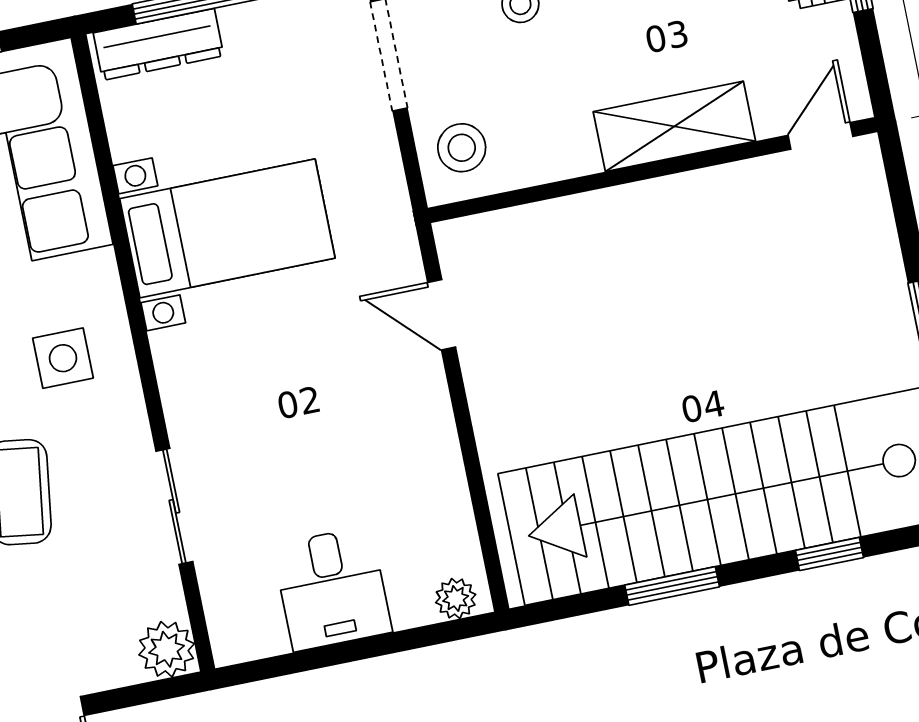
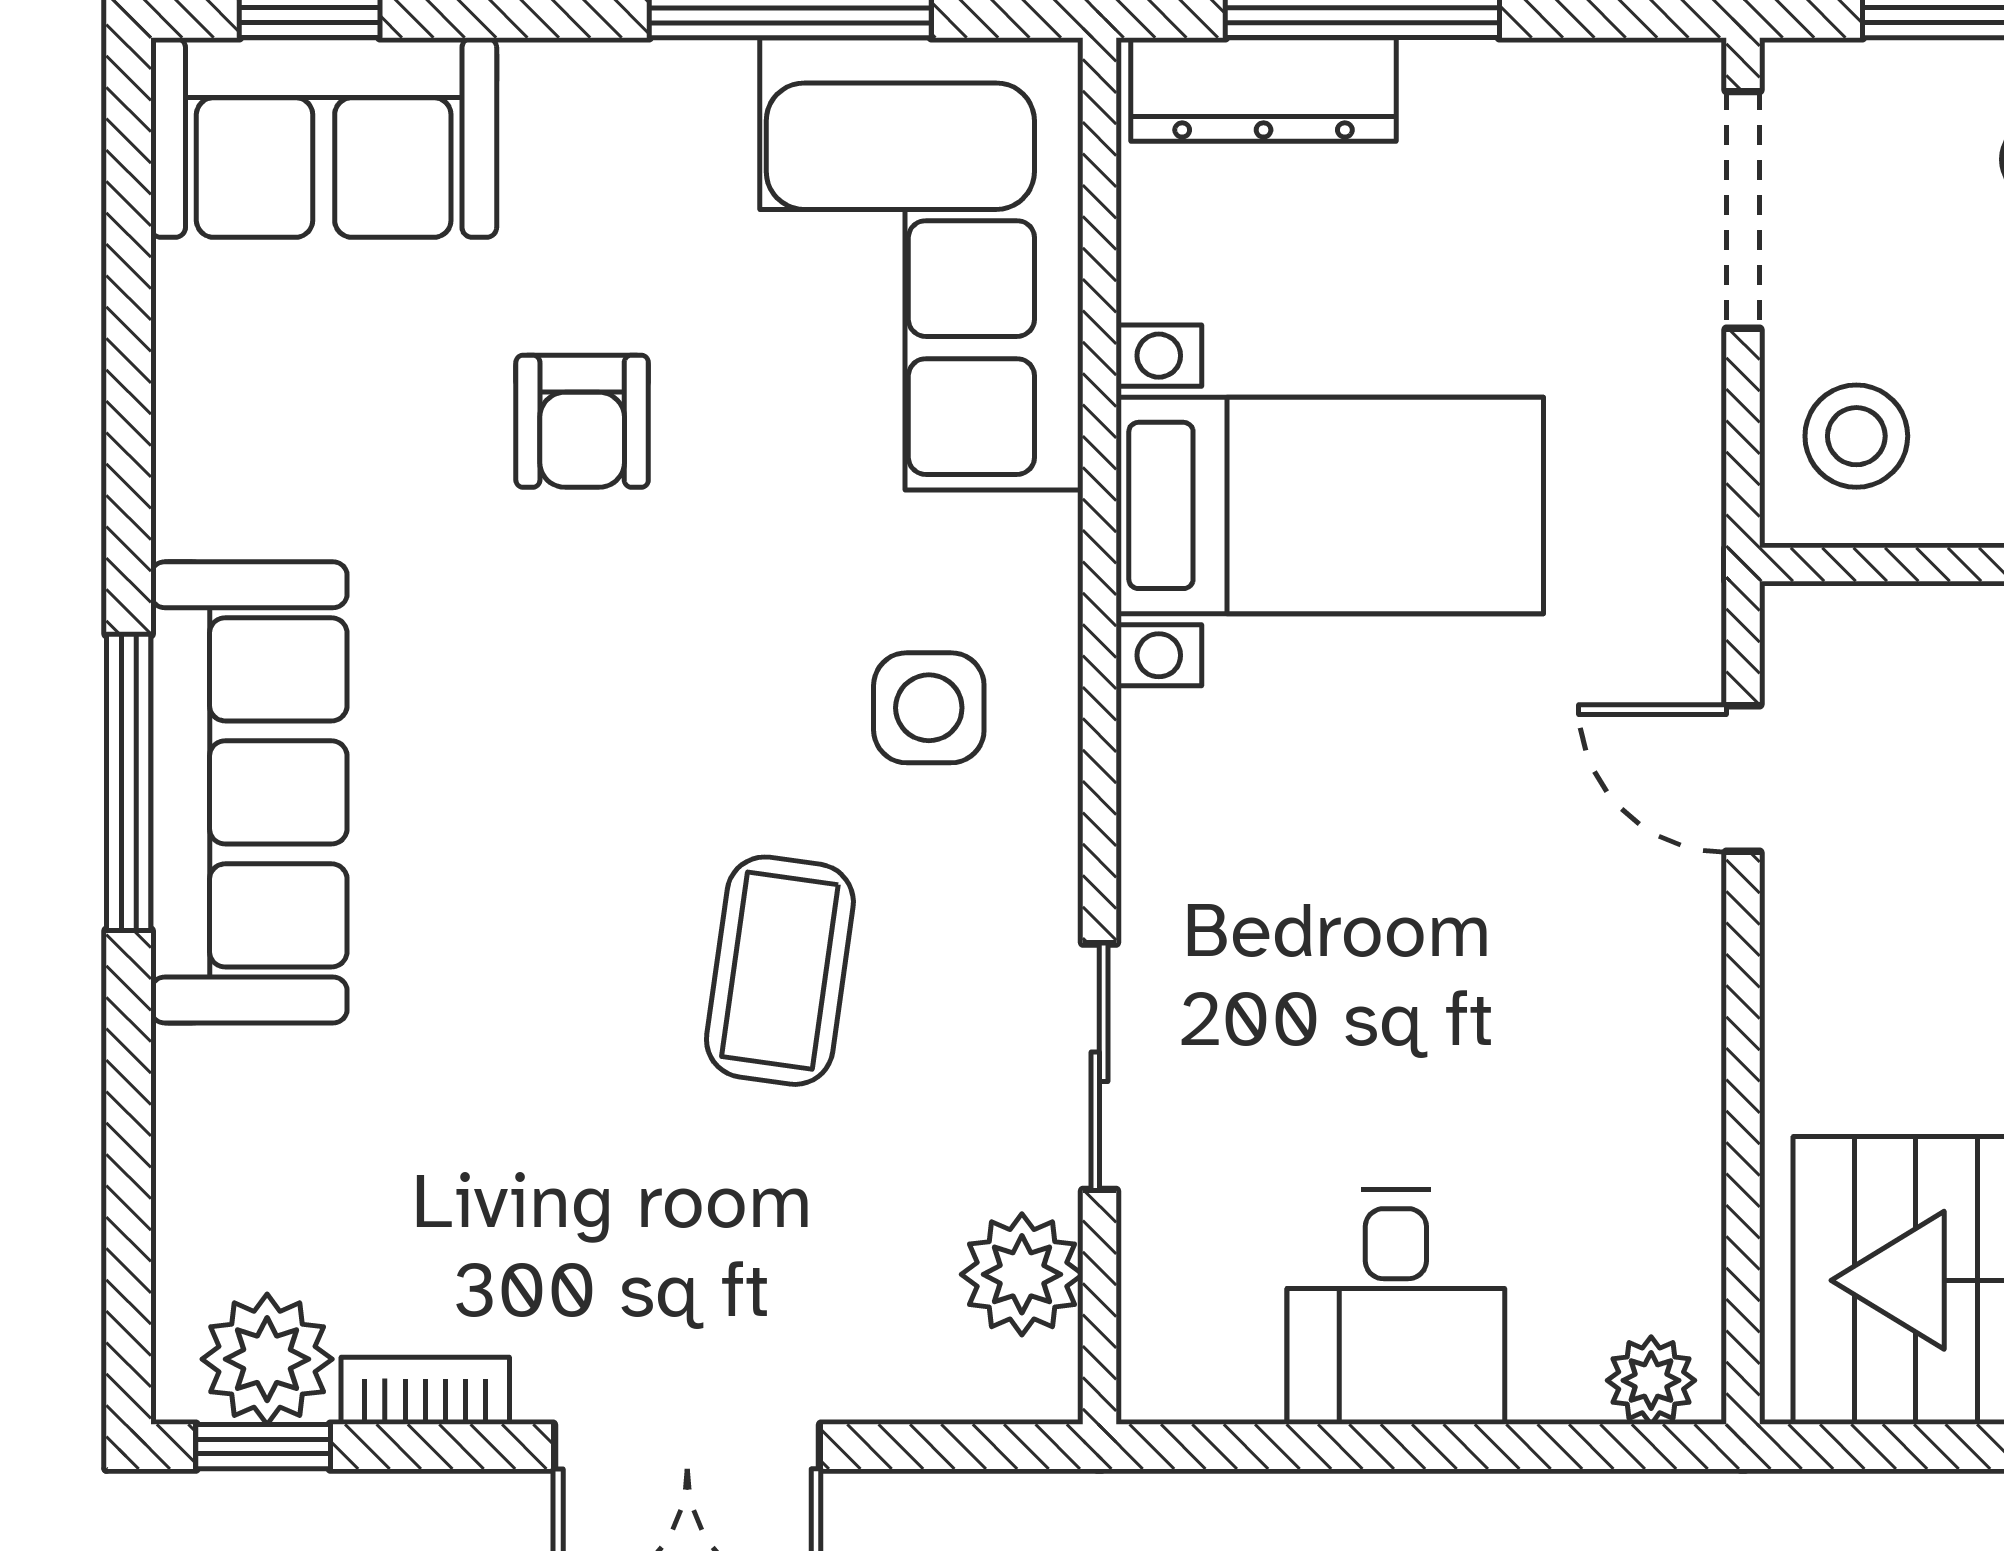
plant: (167, 649) -> (1022, 1274), moved

